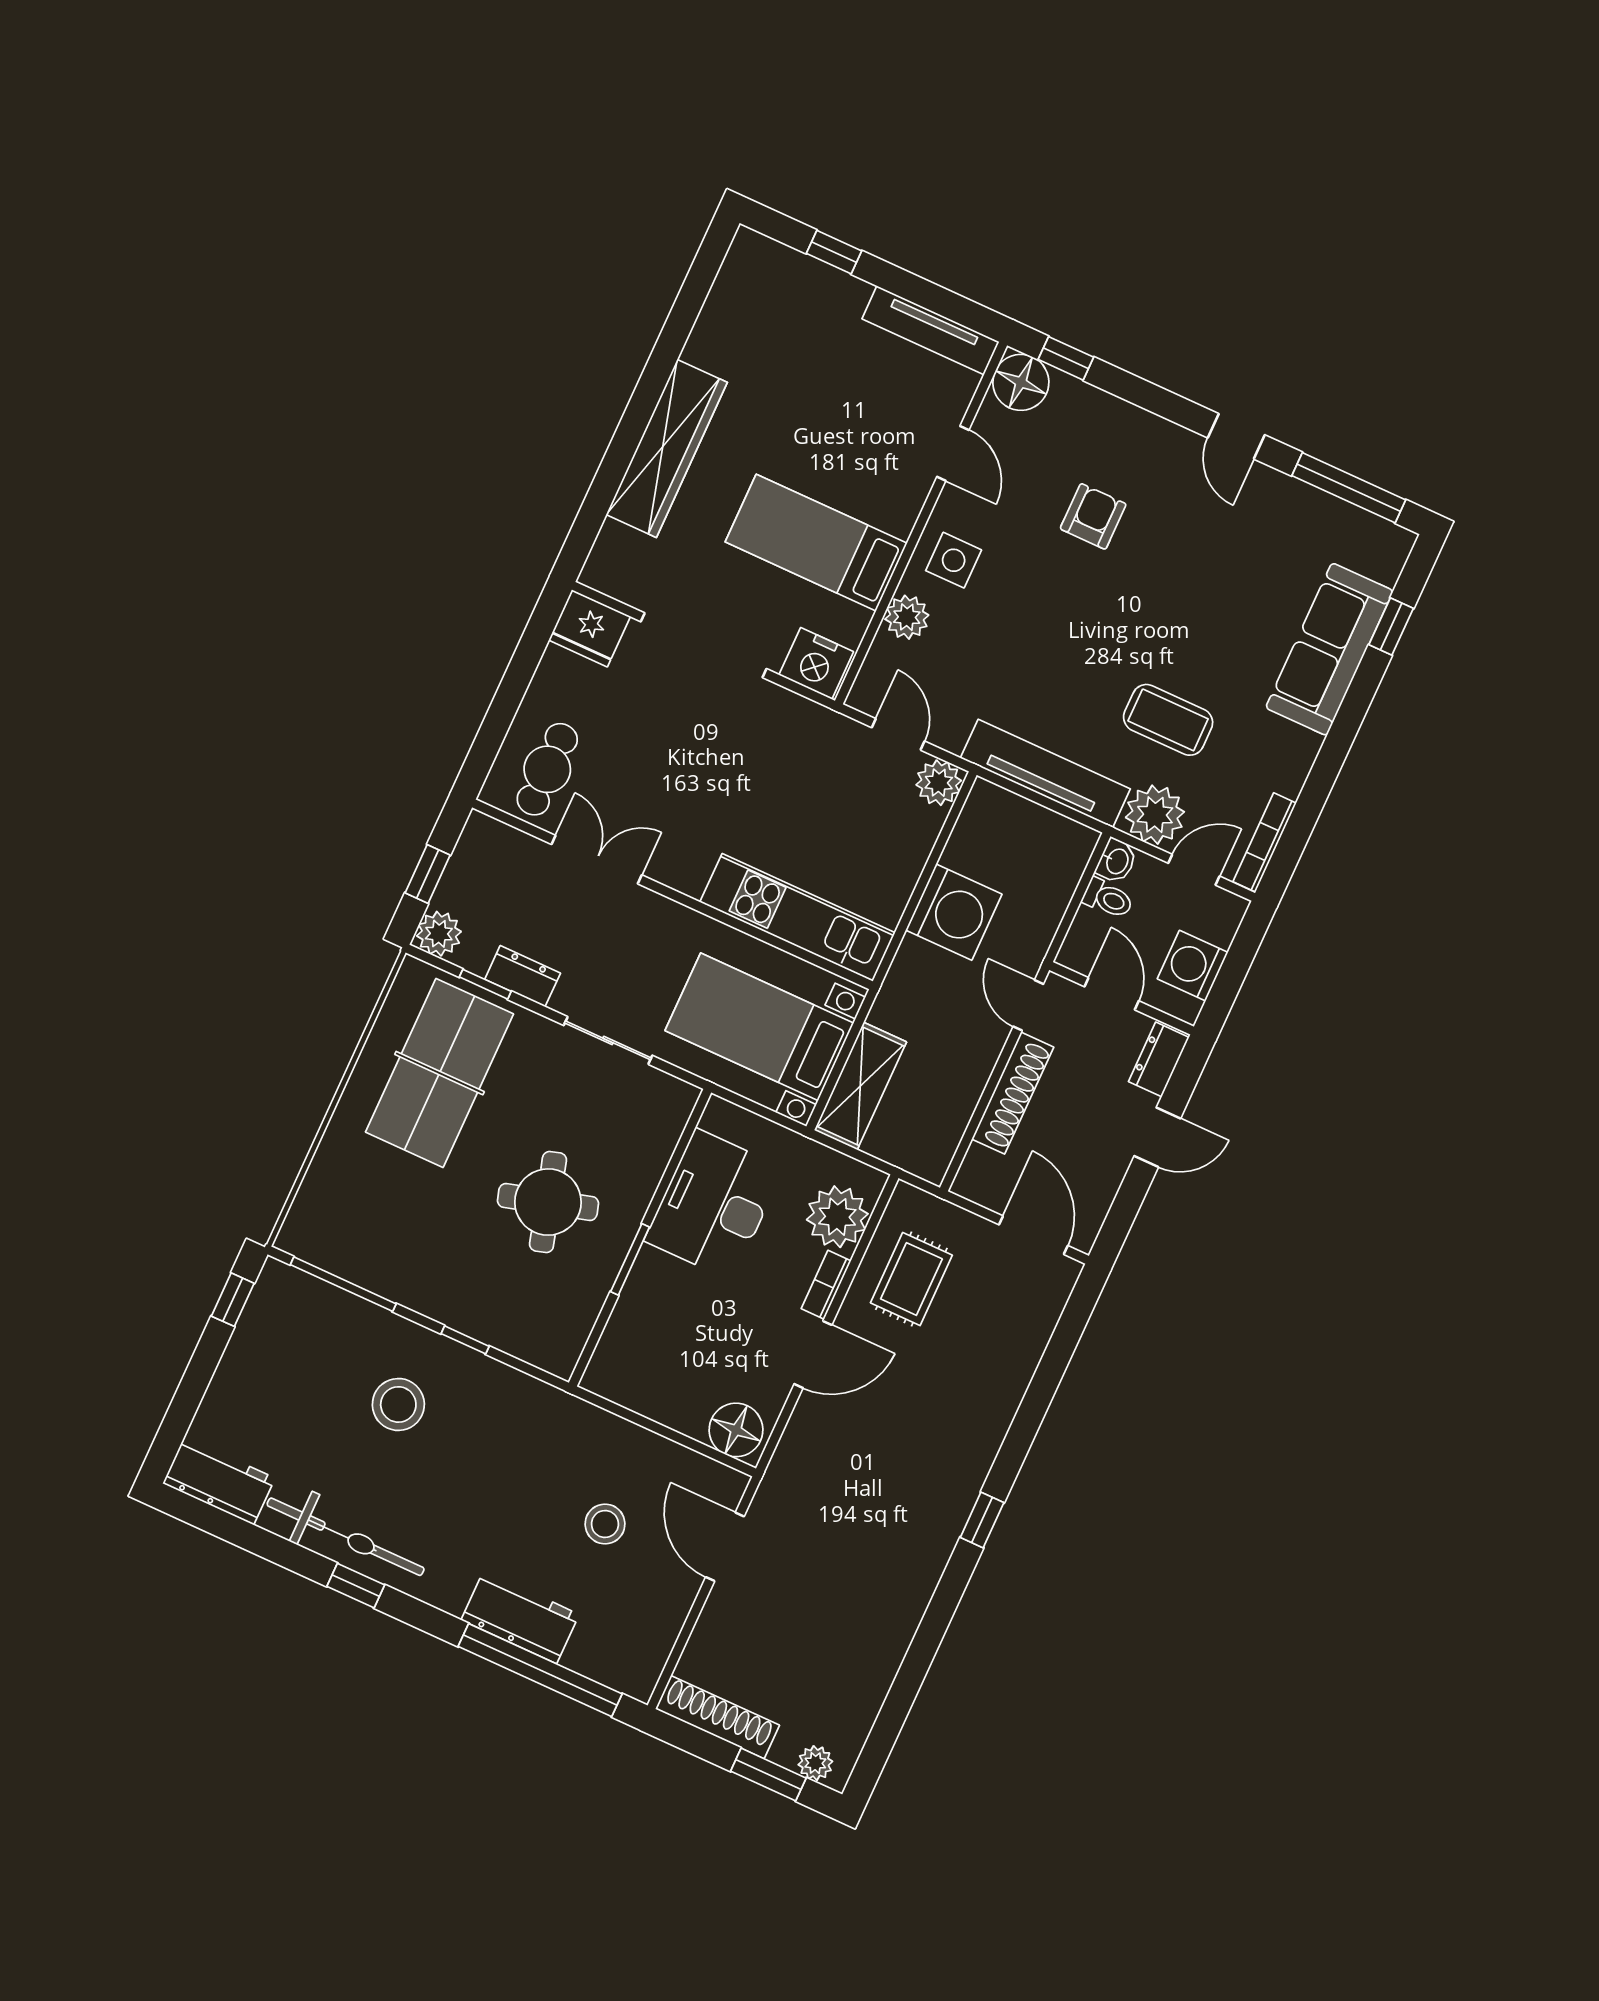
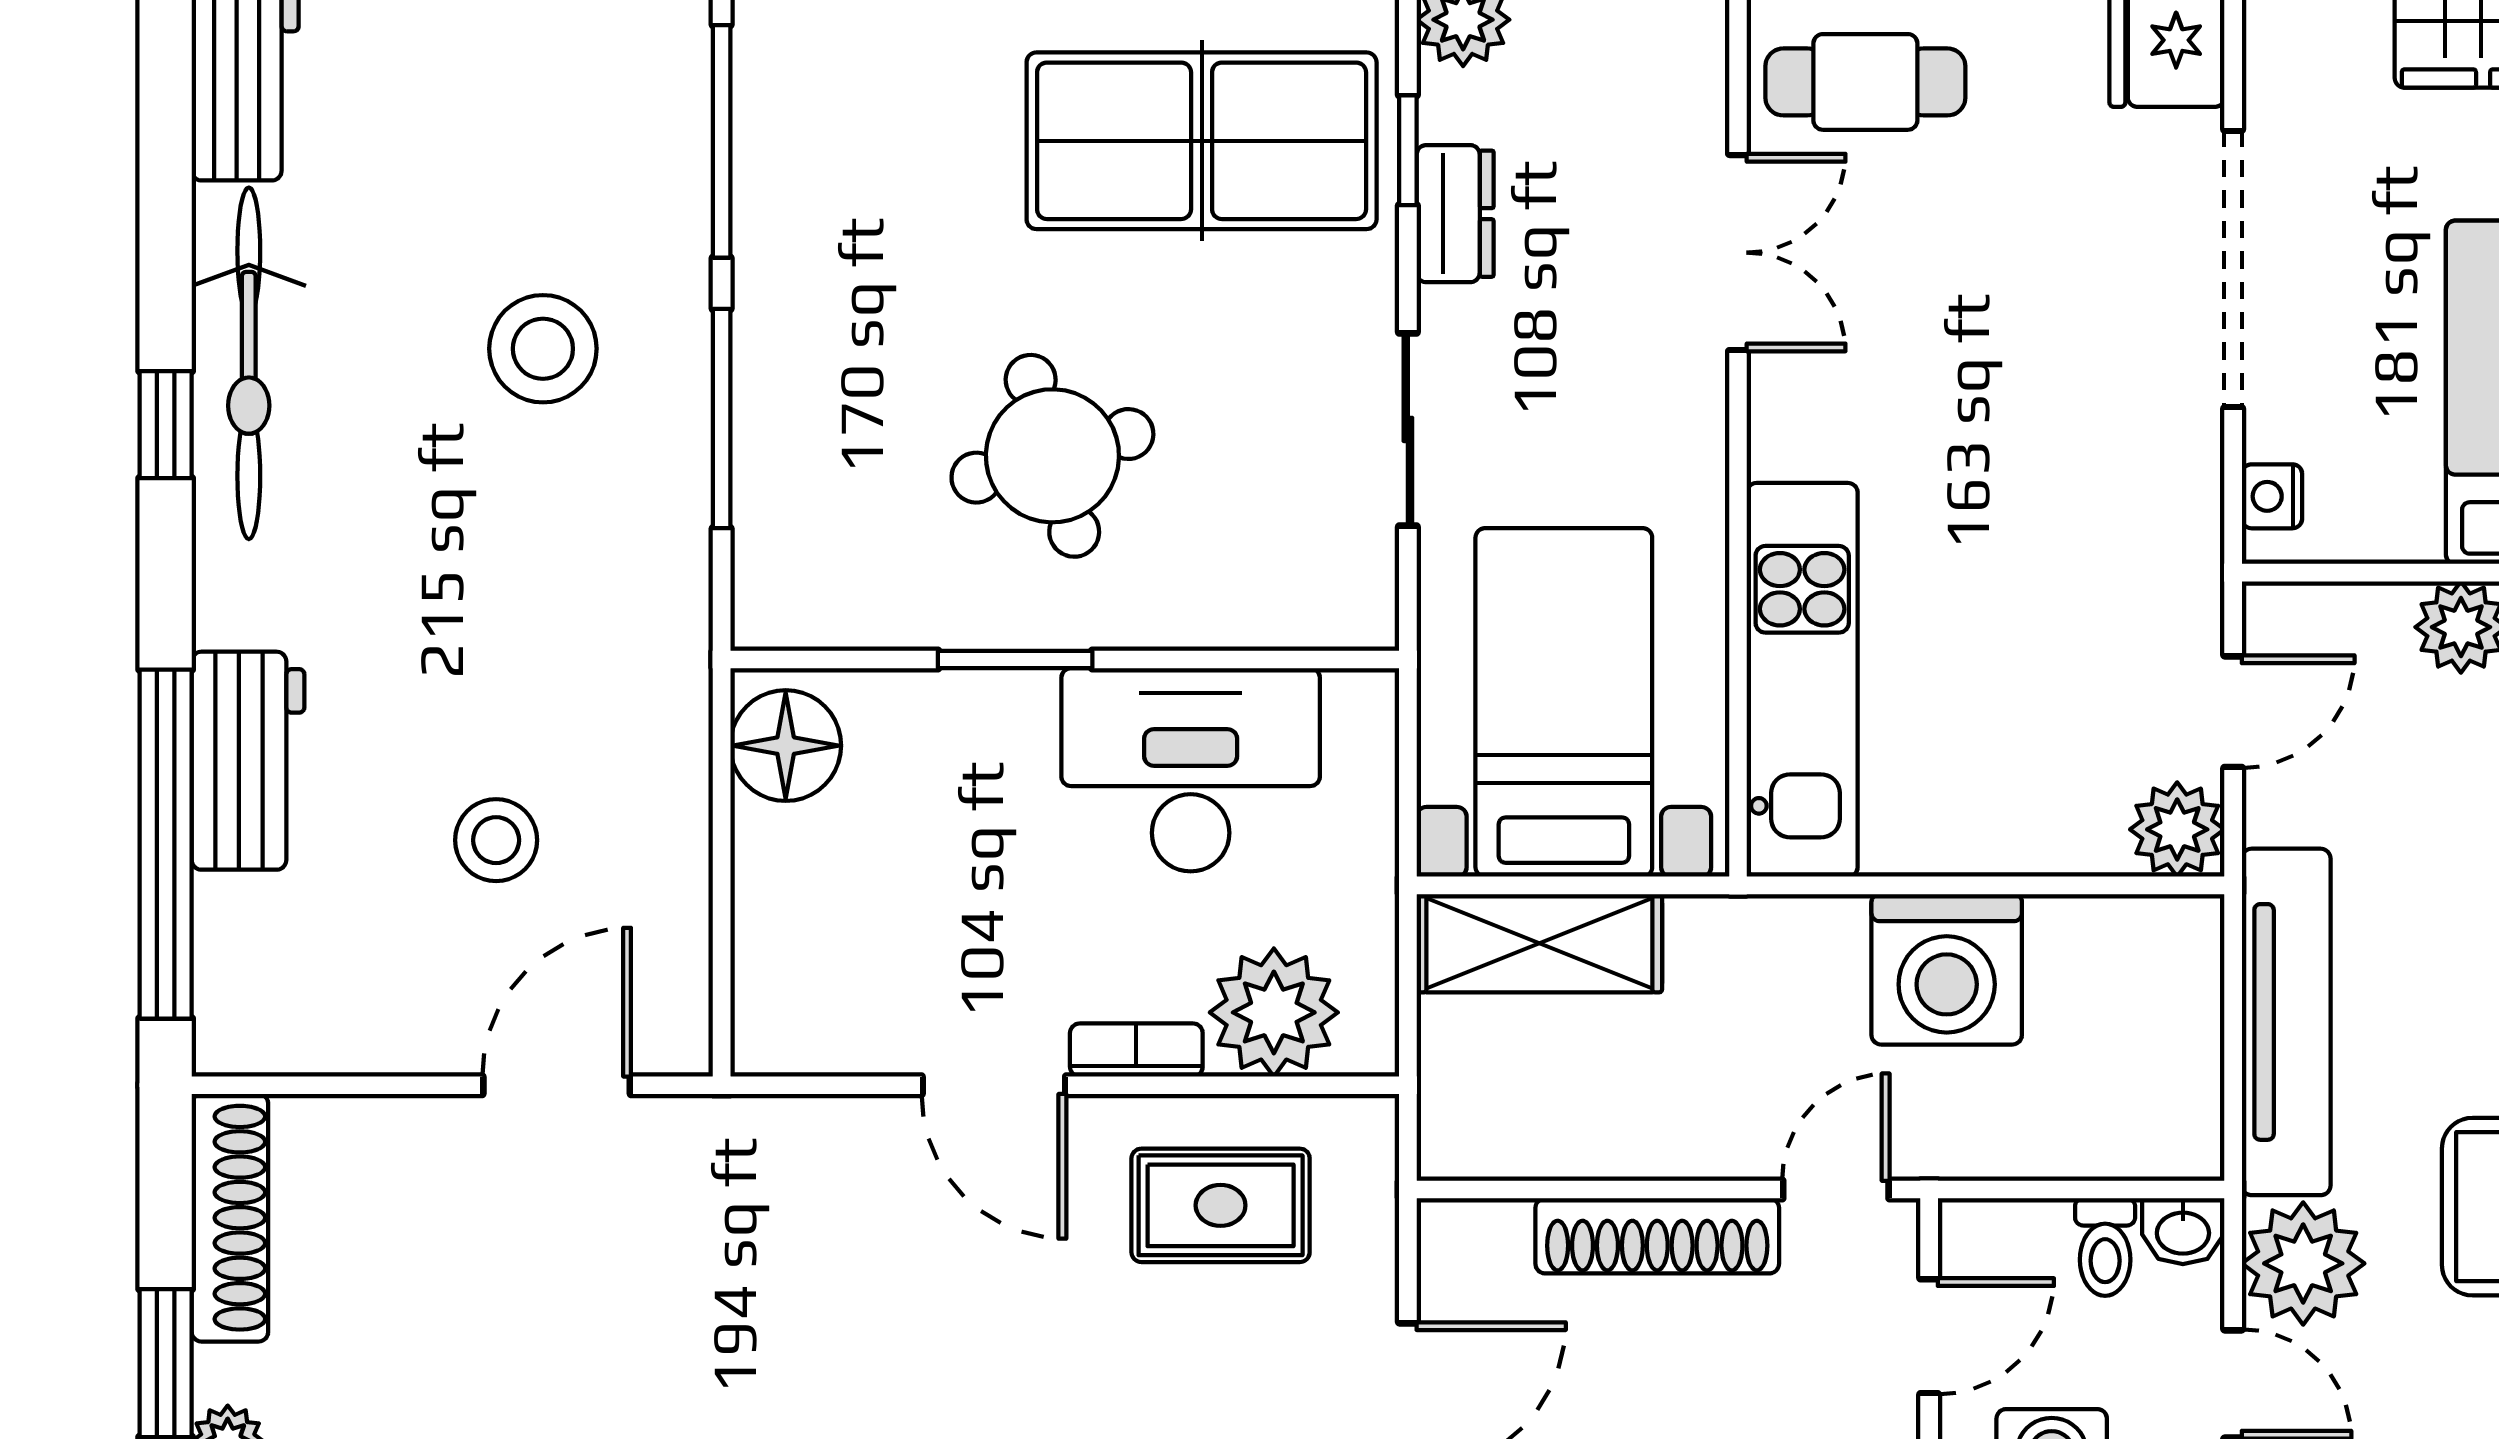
nightstand: (816, 663) -> (2272, 496), width x0.53, depth x0.56
window: (465, 1340) -> (722, 419), width x2.17
floor lamp: (736, 1430) -> (786, 746), moved

